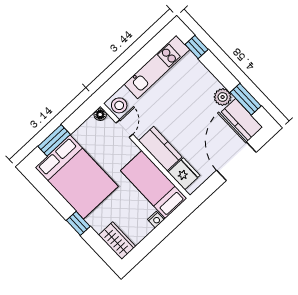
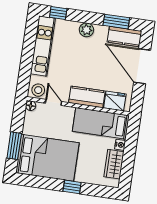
plant: (223, 97) -> (86, 30), moved
wardrobe: (117, 241) -> (114, 164), moved, turned -90

